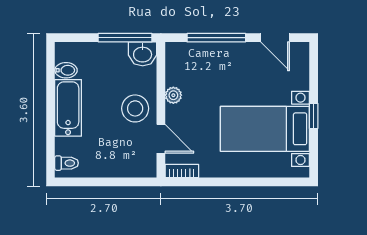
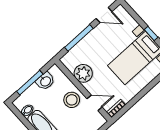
window: (125, 38) -> (30, 83), moved
washbasin: (143, 54) -> (45, 81), moved
plant: (173, 95) -> (83, 73), width x1.88, depth x1.88

